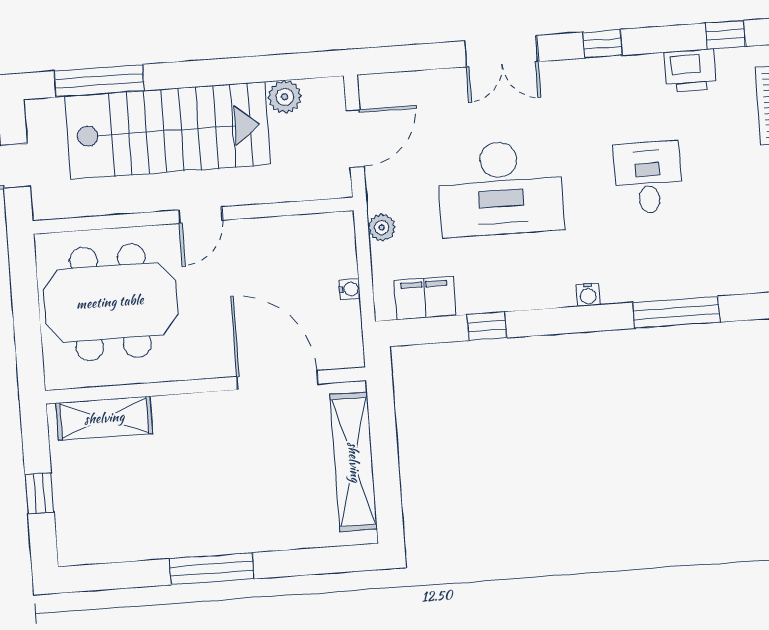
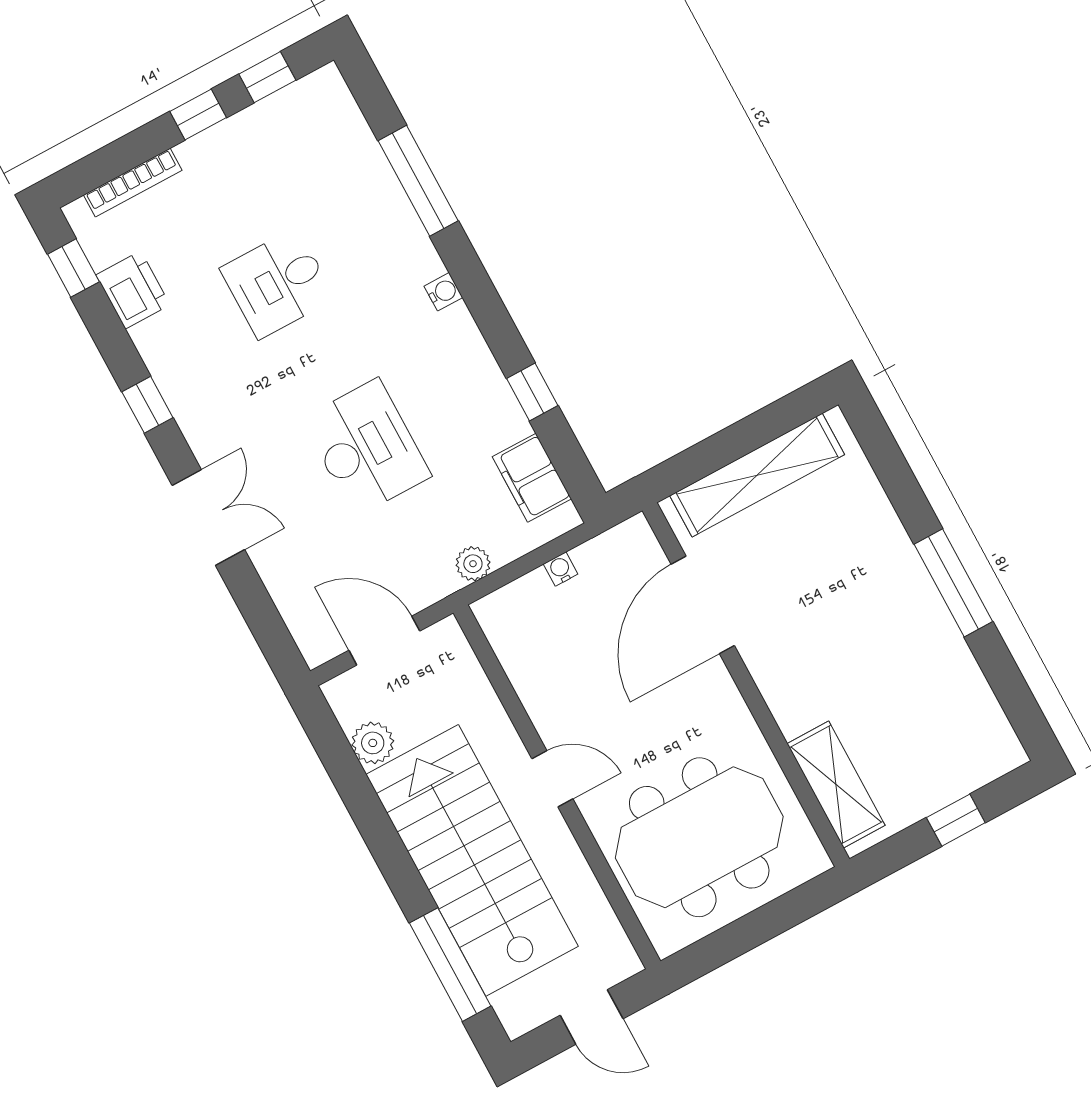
desk: (500, 188) -> (366, 448), width x0.73, depth x0.77
meeting table: (110, 302) -> (699, 837), turned 90

